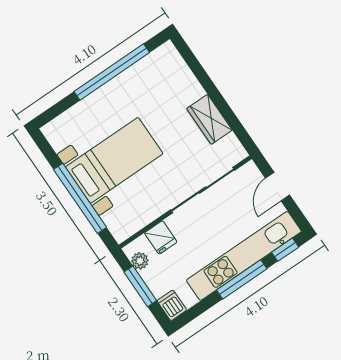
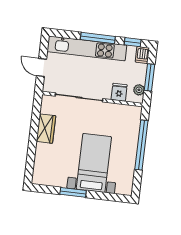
window: (112, 72) -> (73, 192), width x0.47
bed with nightstands: (114, 160) -> (94, 163), moved, turned 90
door: (278, 187) -> (41, 68), swing flipped
window: (285, 250) -> (133, 42), moved

